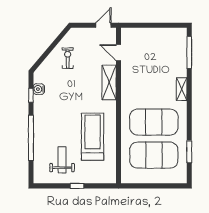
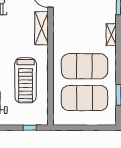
treadmill: (93, 137) -> (26, 80), turned 180
window: (77, 186) -> (30, 128), moved

